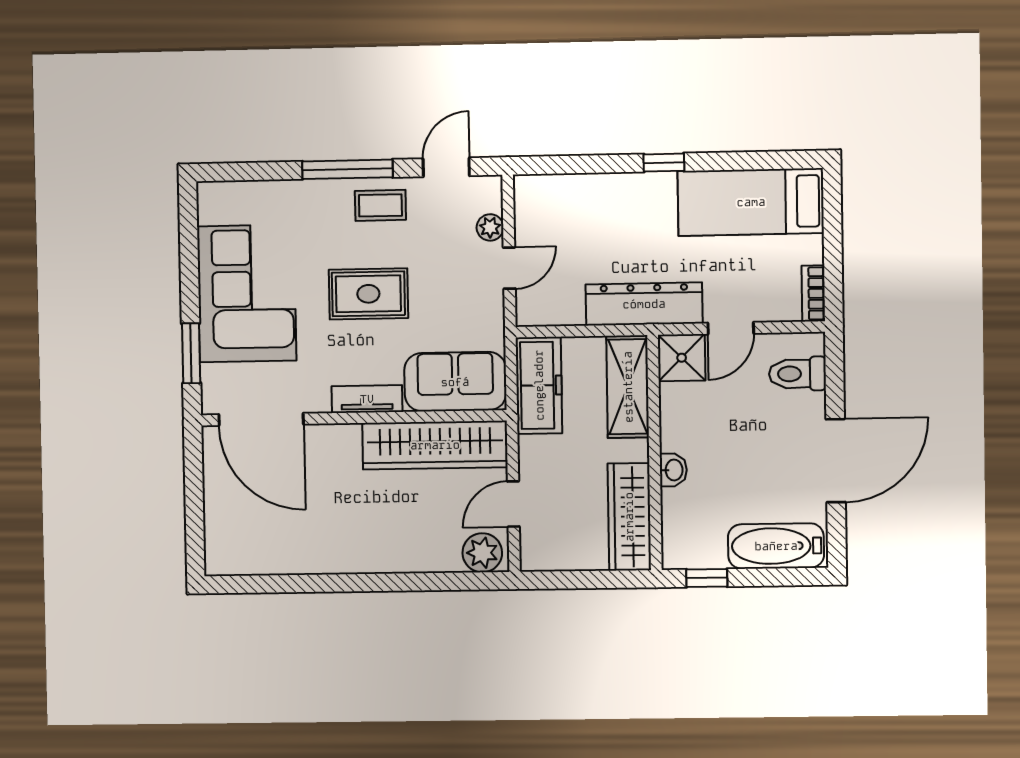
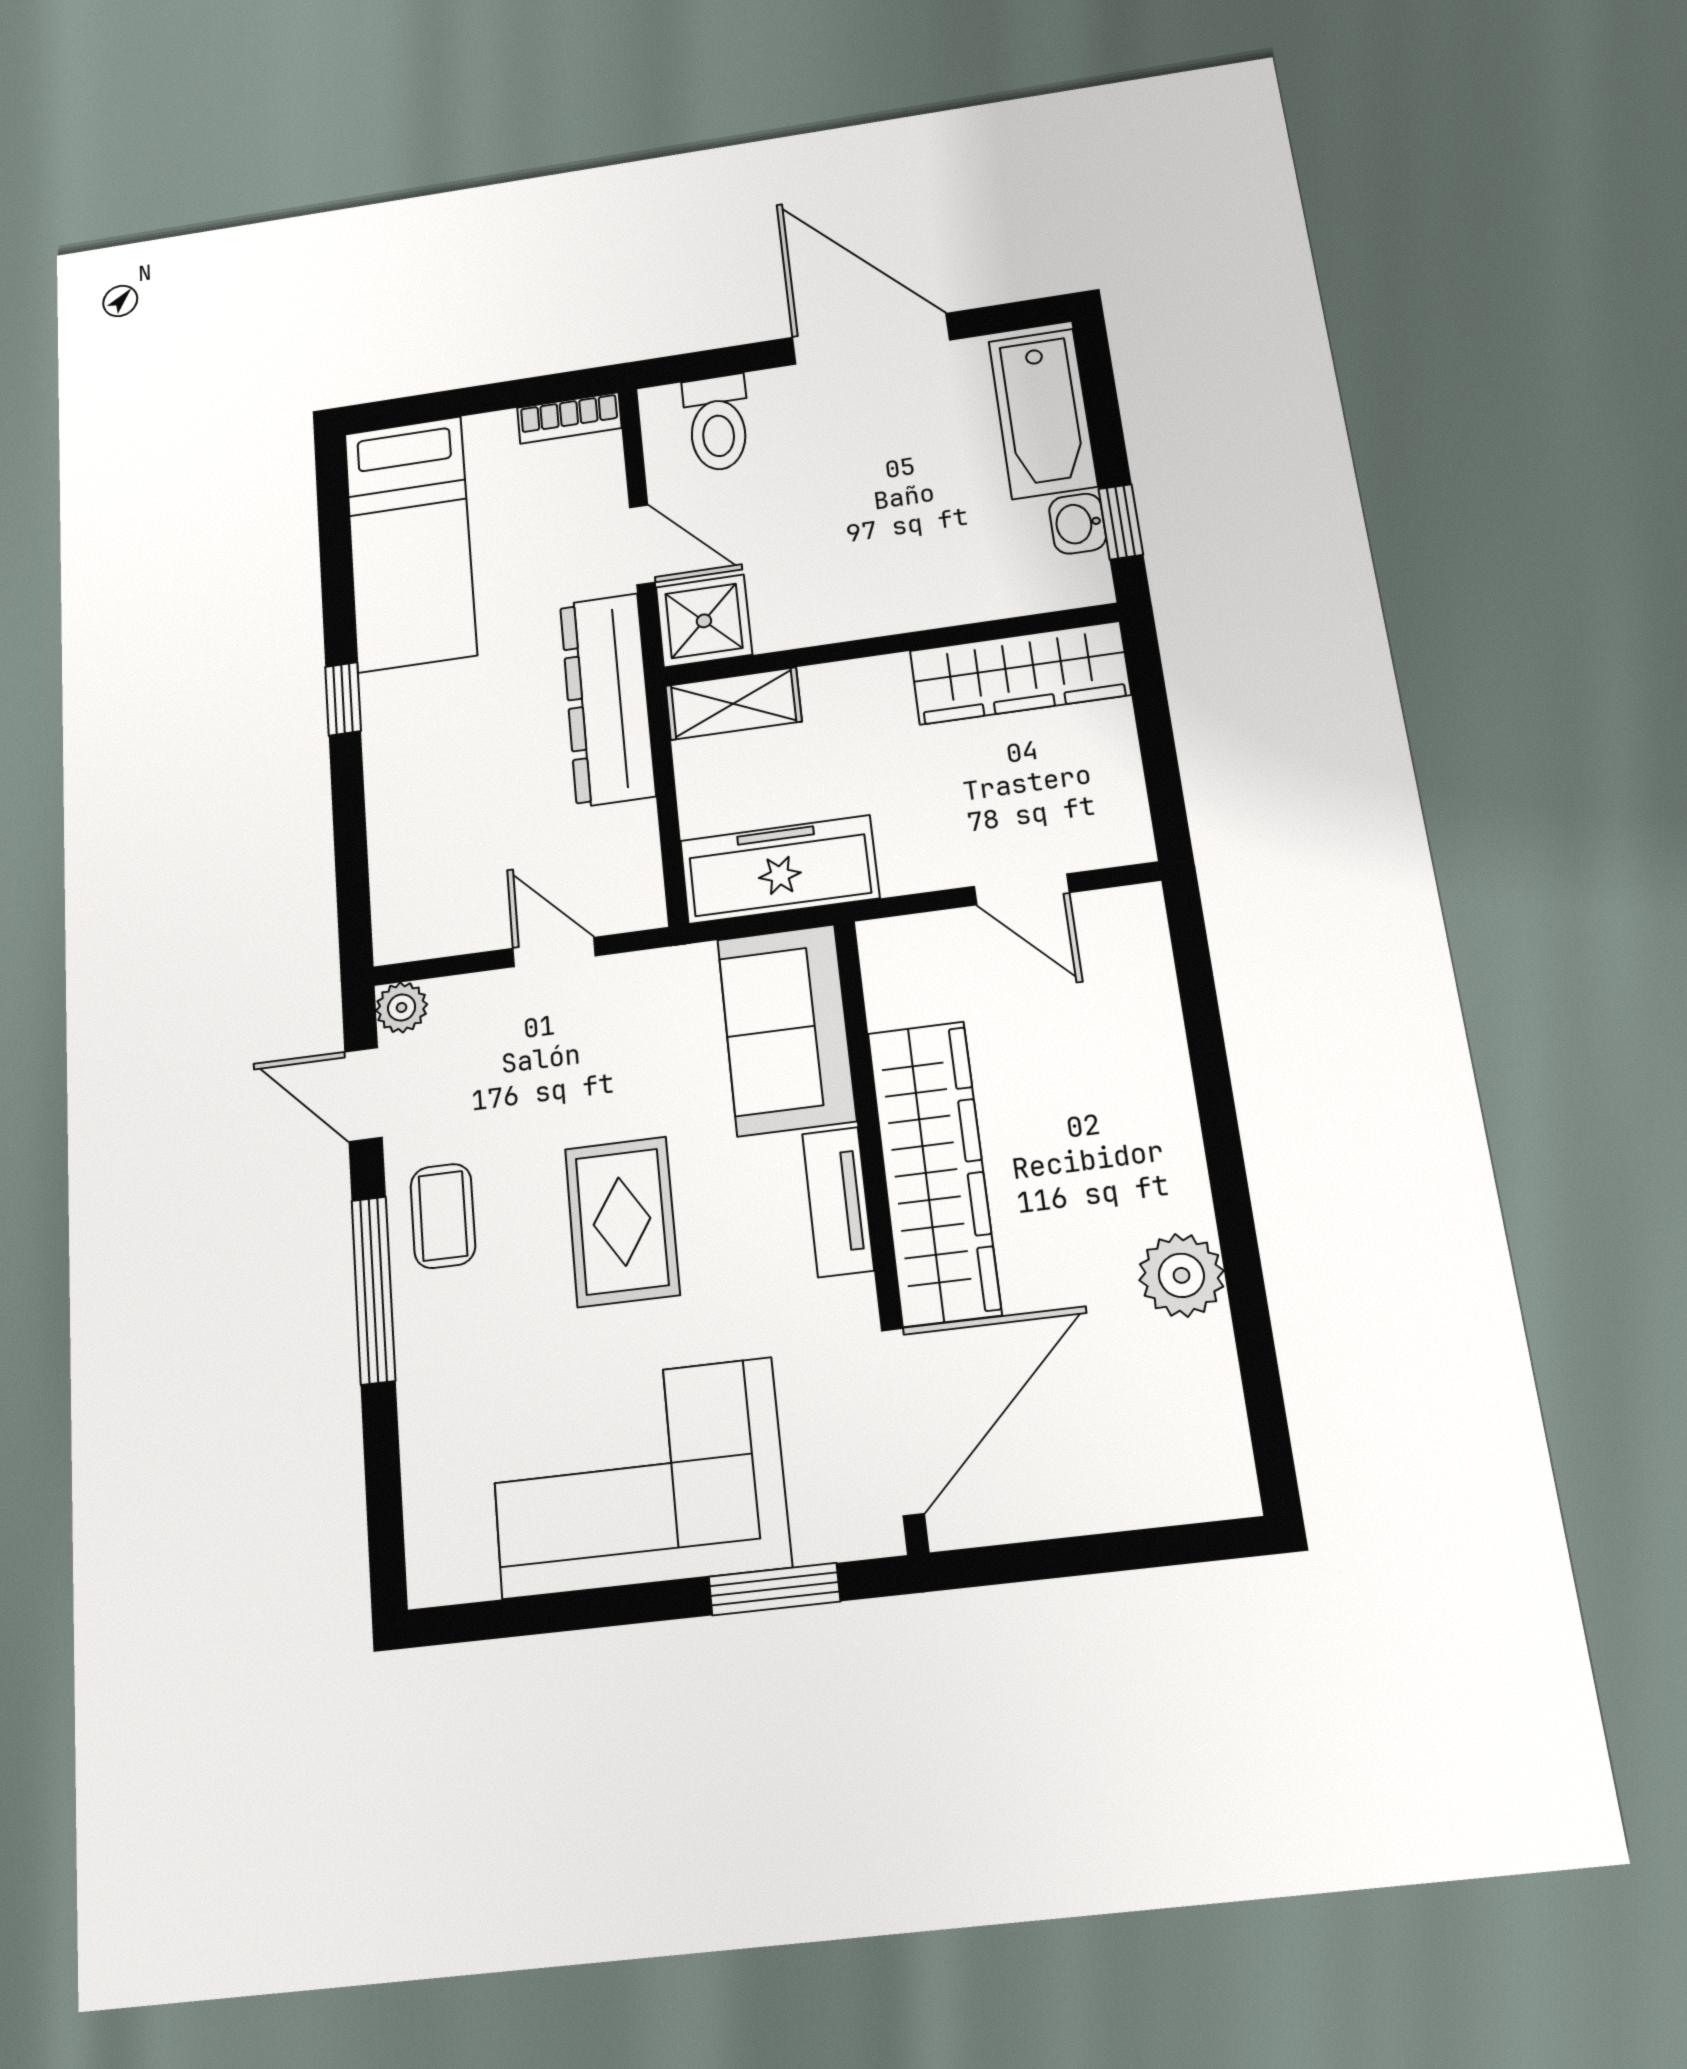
plant: (490, 227) -> (402, 1007), moved
shelving: (628, 387) -> (733, 704), width x0.67, depth x0.75
wardrobe: (435, 445) -> (934, 1172), moved
washbasin: (673, 470) -> (1078, 524), moved, turned -90
plant: (482, 553) -> (1181, 1275), moved

